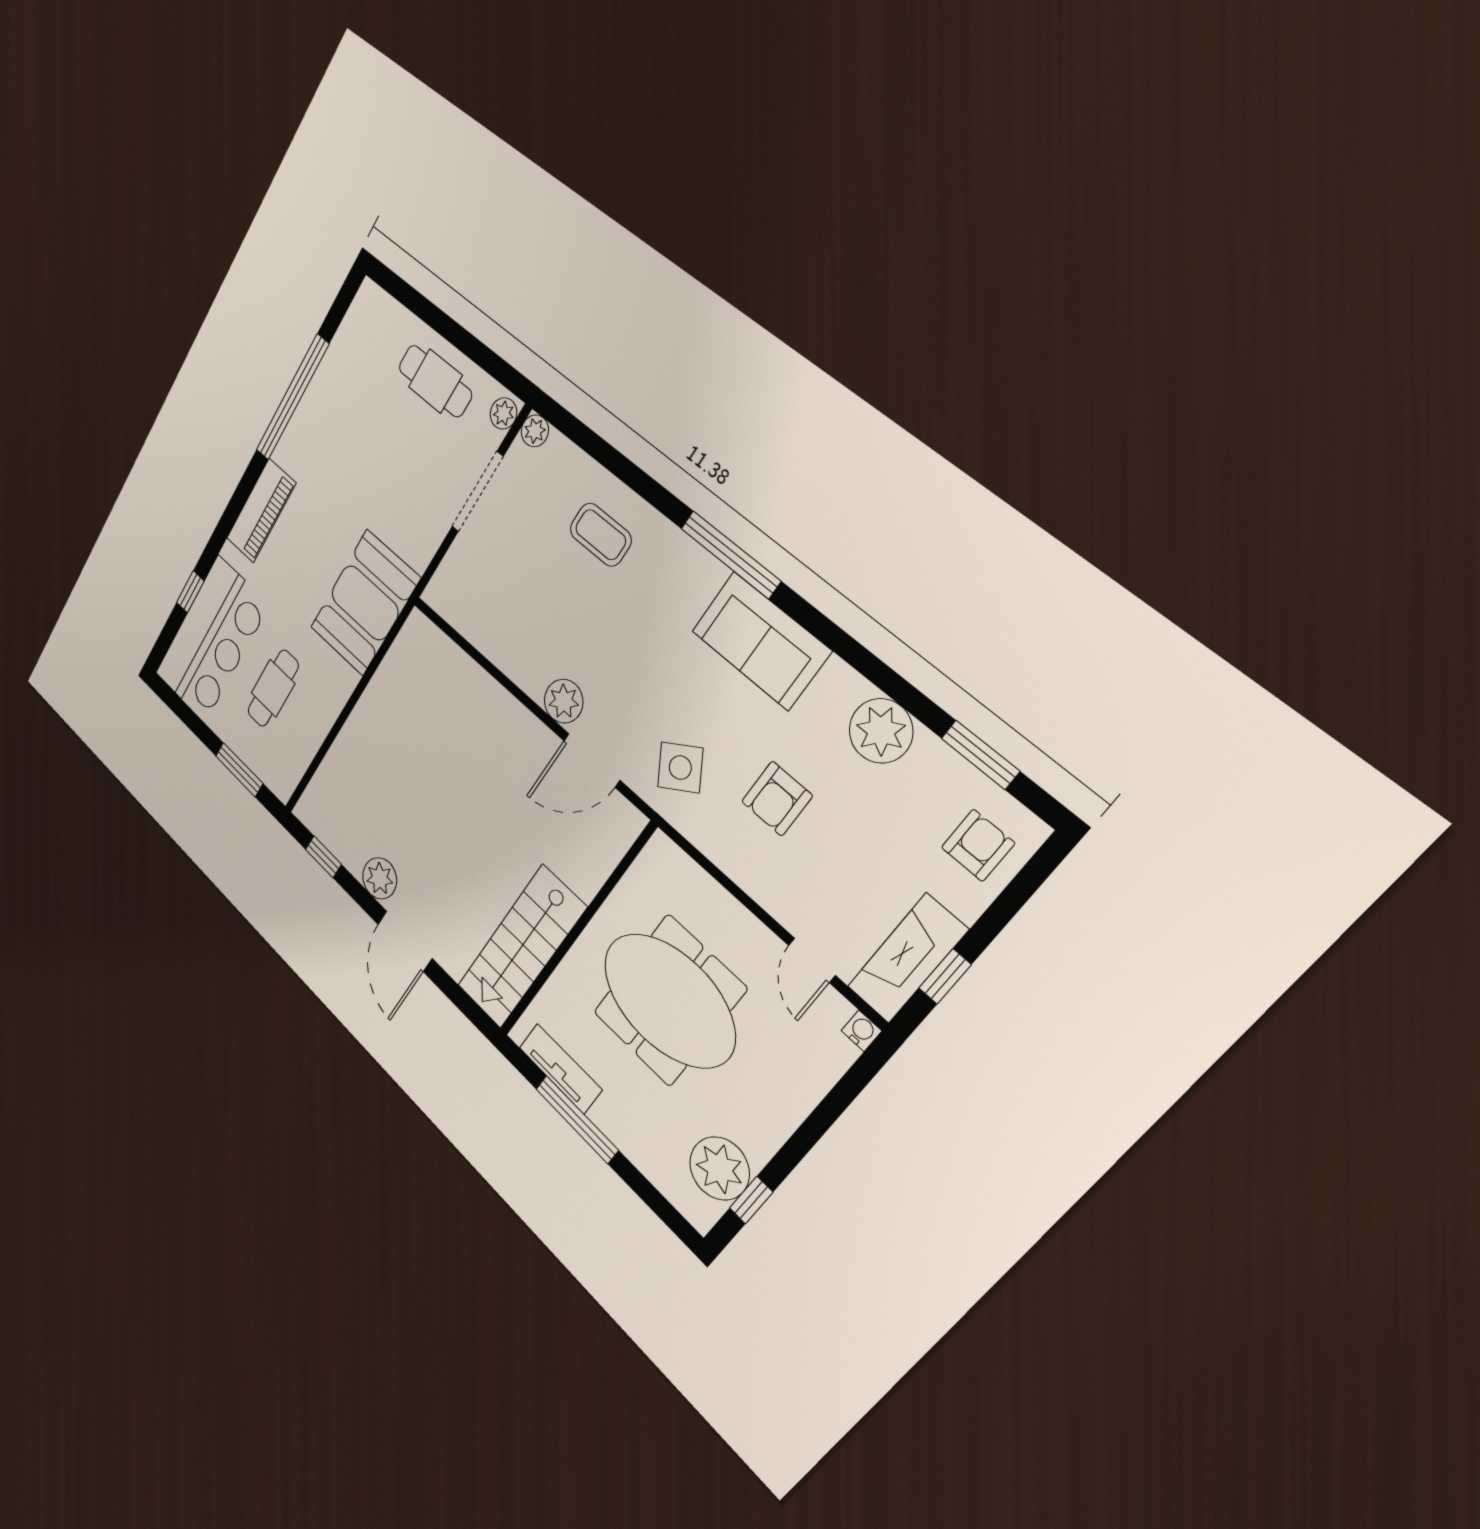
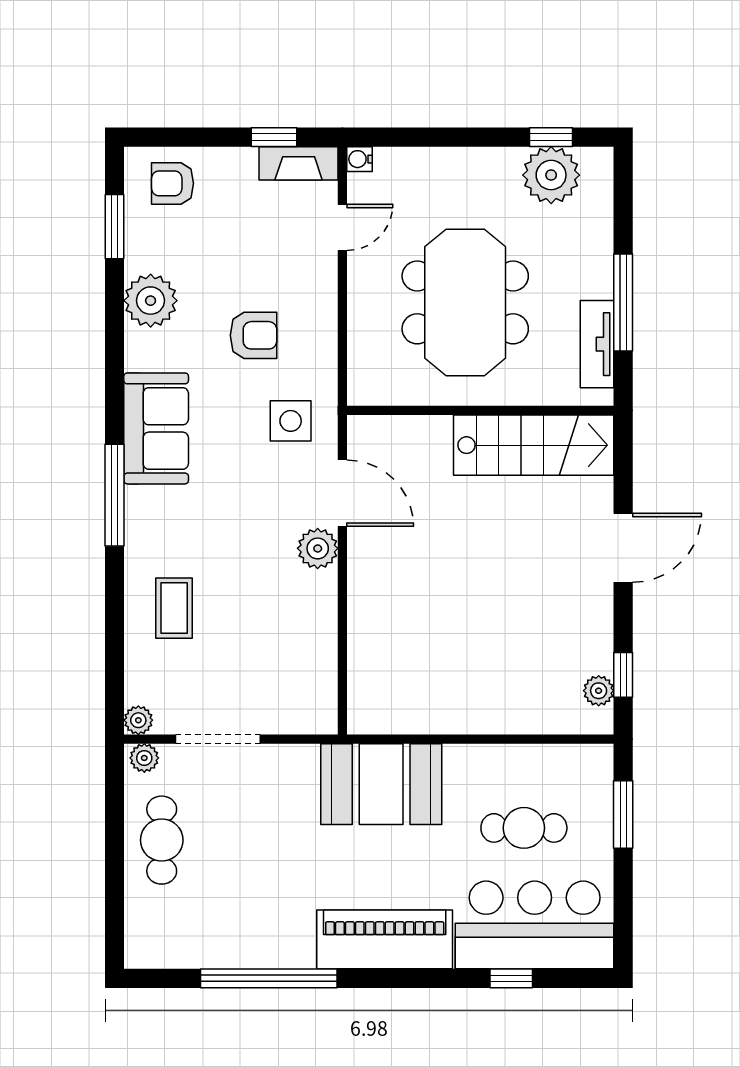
piano: (261, 511) -> (385, 939), width x1.37, depth x1.33
side table: (680, 768) -> (291, 421), turned 32
plant: (380, 878) -> (599, 691), moved, width x0.73, depth x0.73
fireplace: (907, 958) -> (299, 163), width x0.73, depth x0.76

